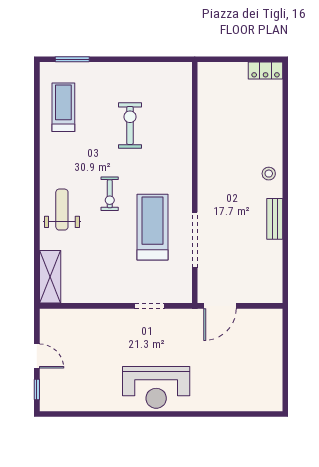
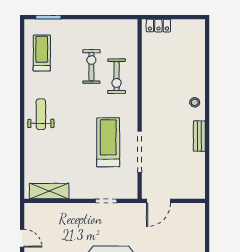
locker: (266, 70) -> (158, 26), moved
exercise bike: (110, 194) -> (117, 76), moved, width x1.38, depth x1.39
weight bench: (62, 210) -> (41, 114), moved
shelving: (50, 277) -> (49, 191), moved, turned 90

